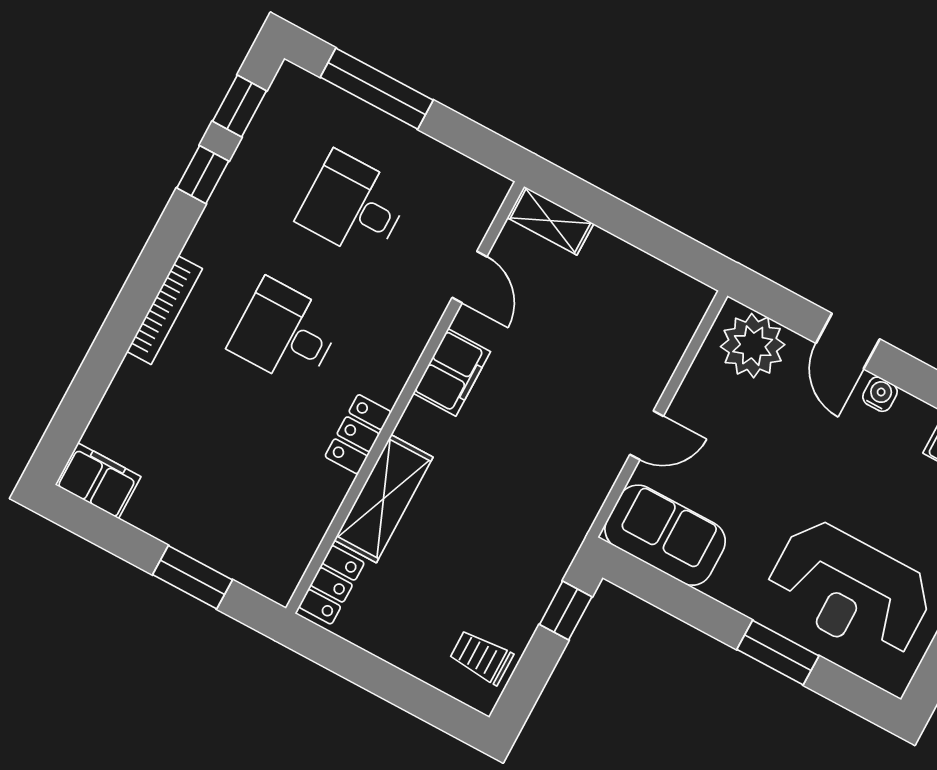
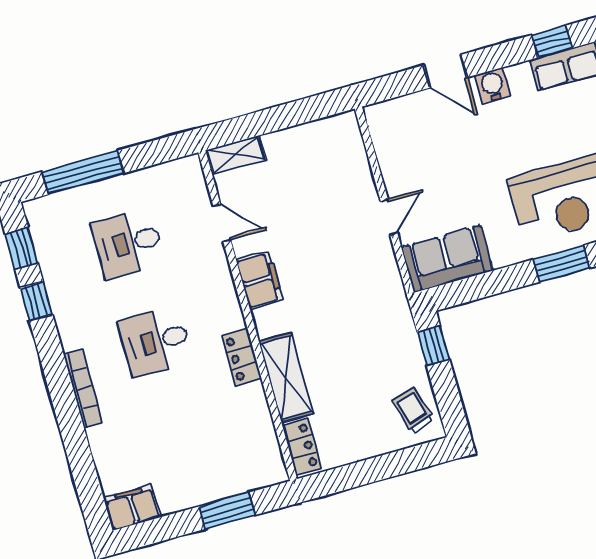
plant: (753, 346) -> (399, 120), removed
water cooler: (880, 394) -> (493, 85), width x1.38, depth x1.38
trolley: (481, 657) -> (413, 410), turned 72

